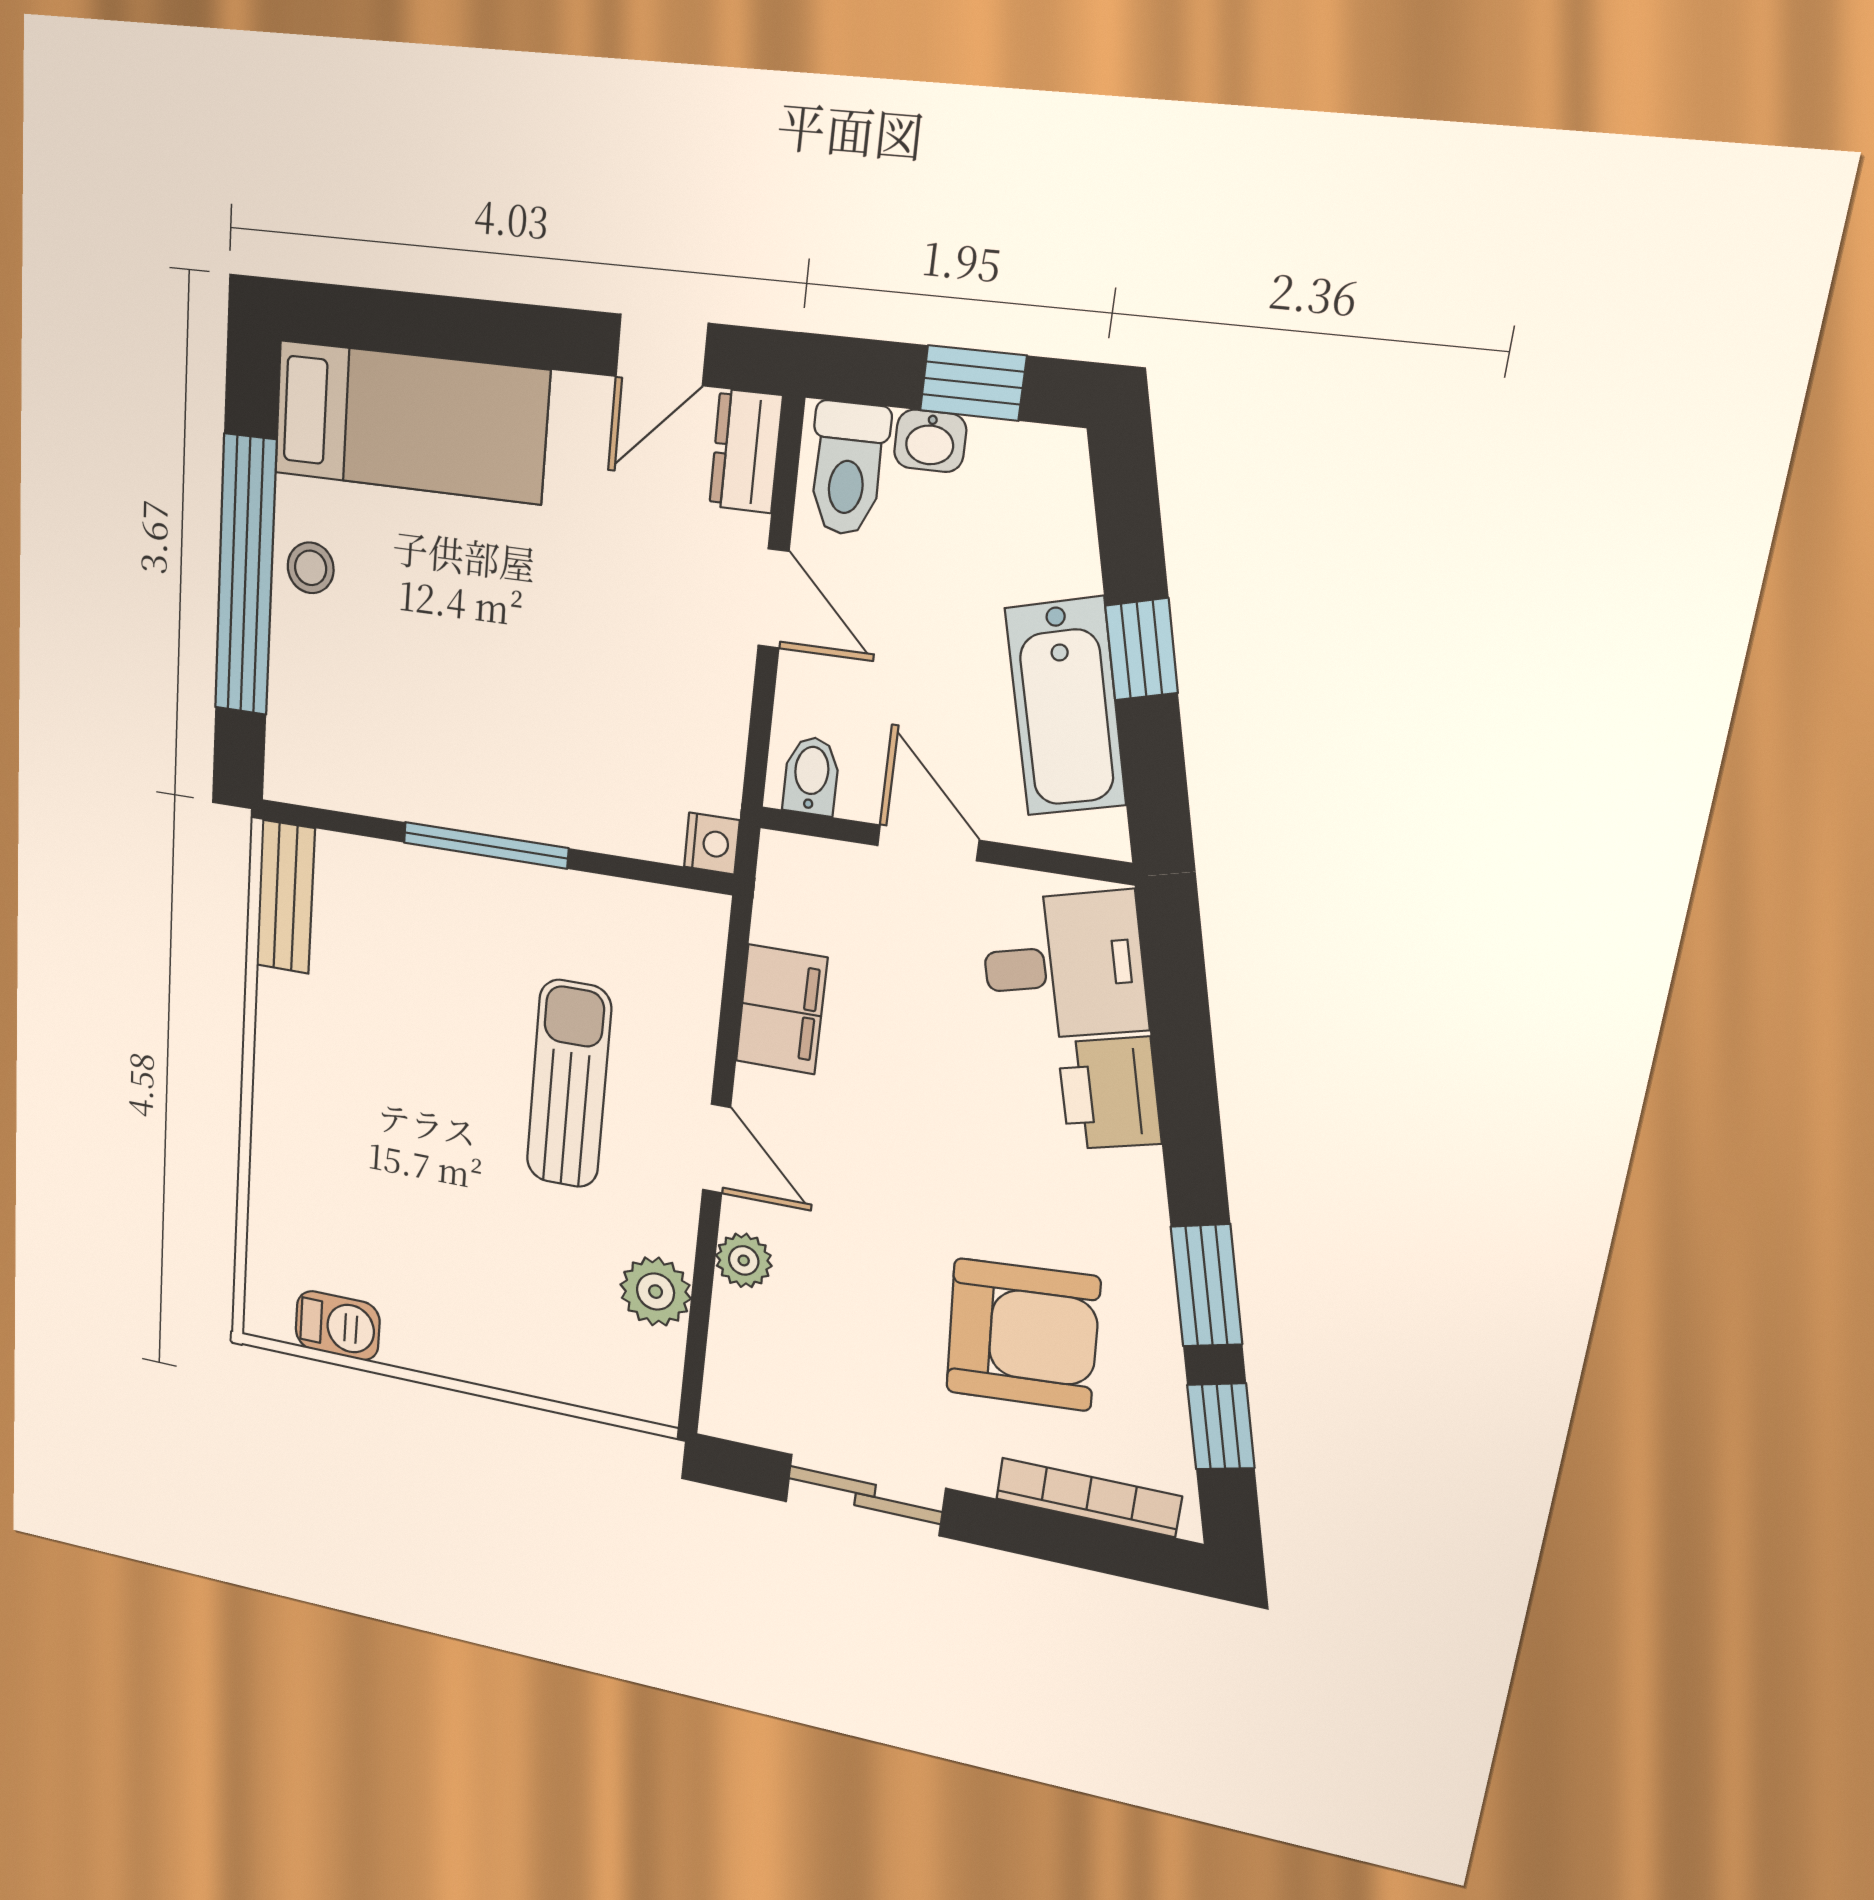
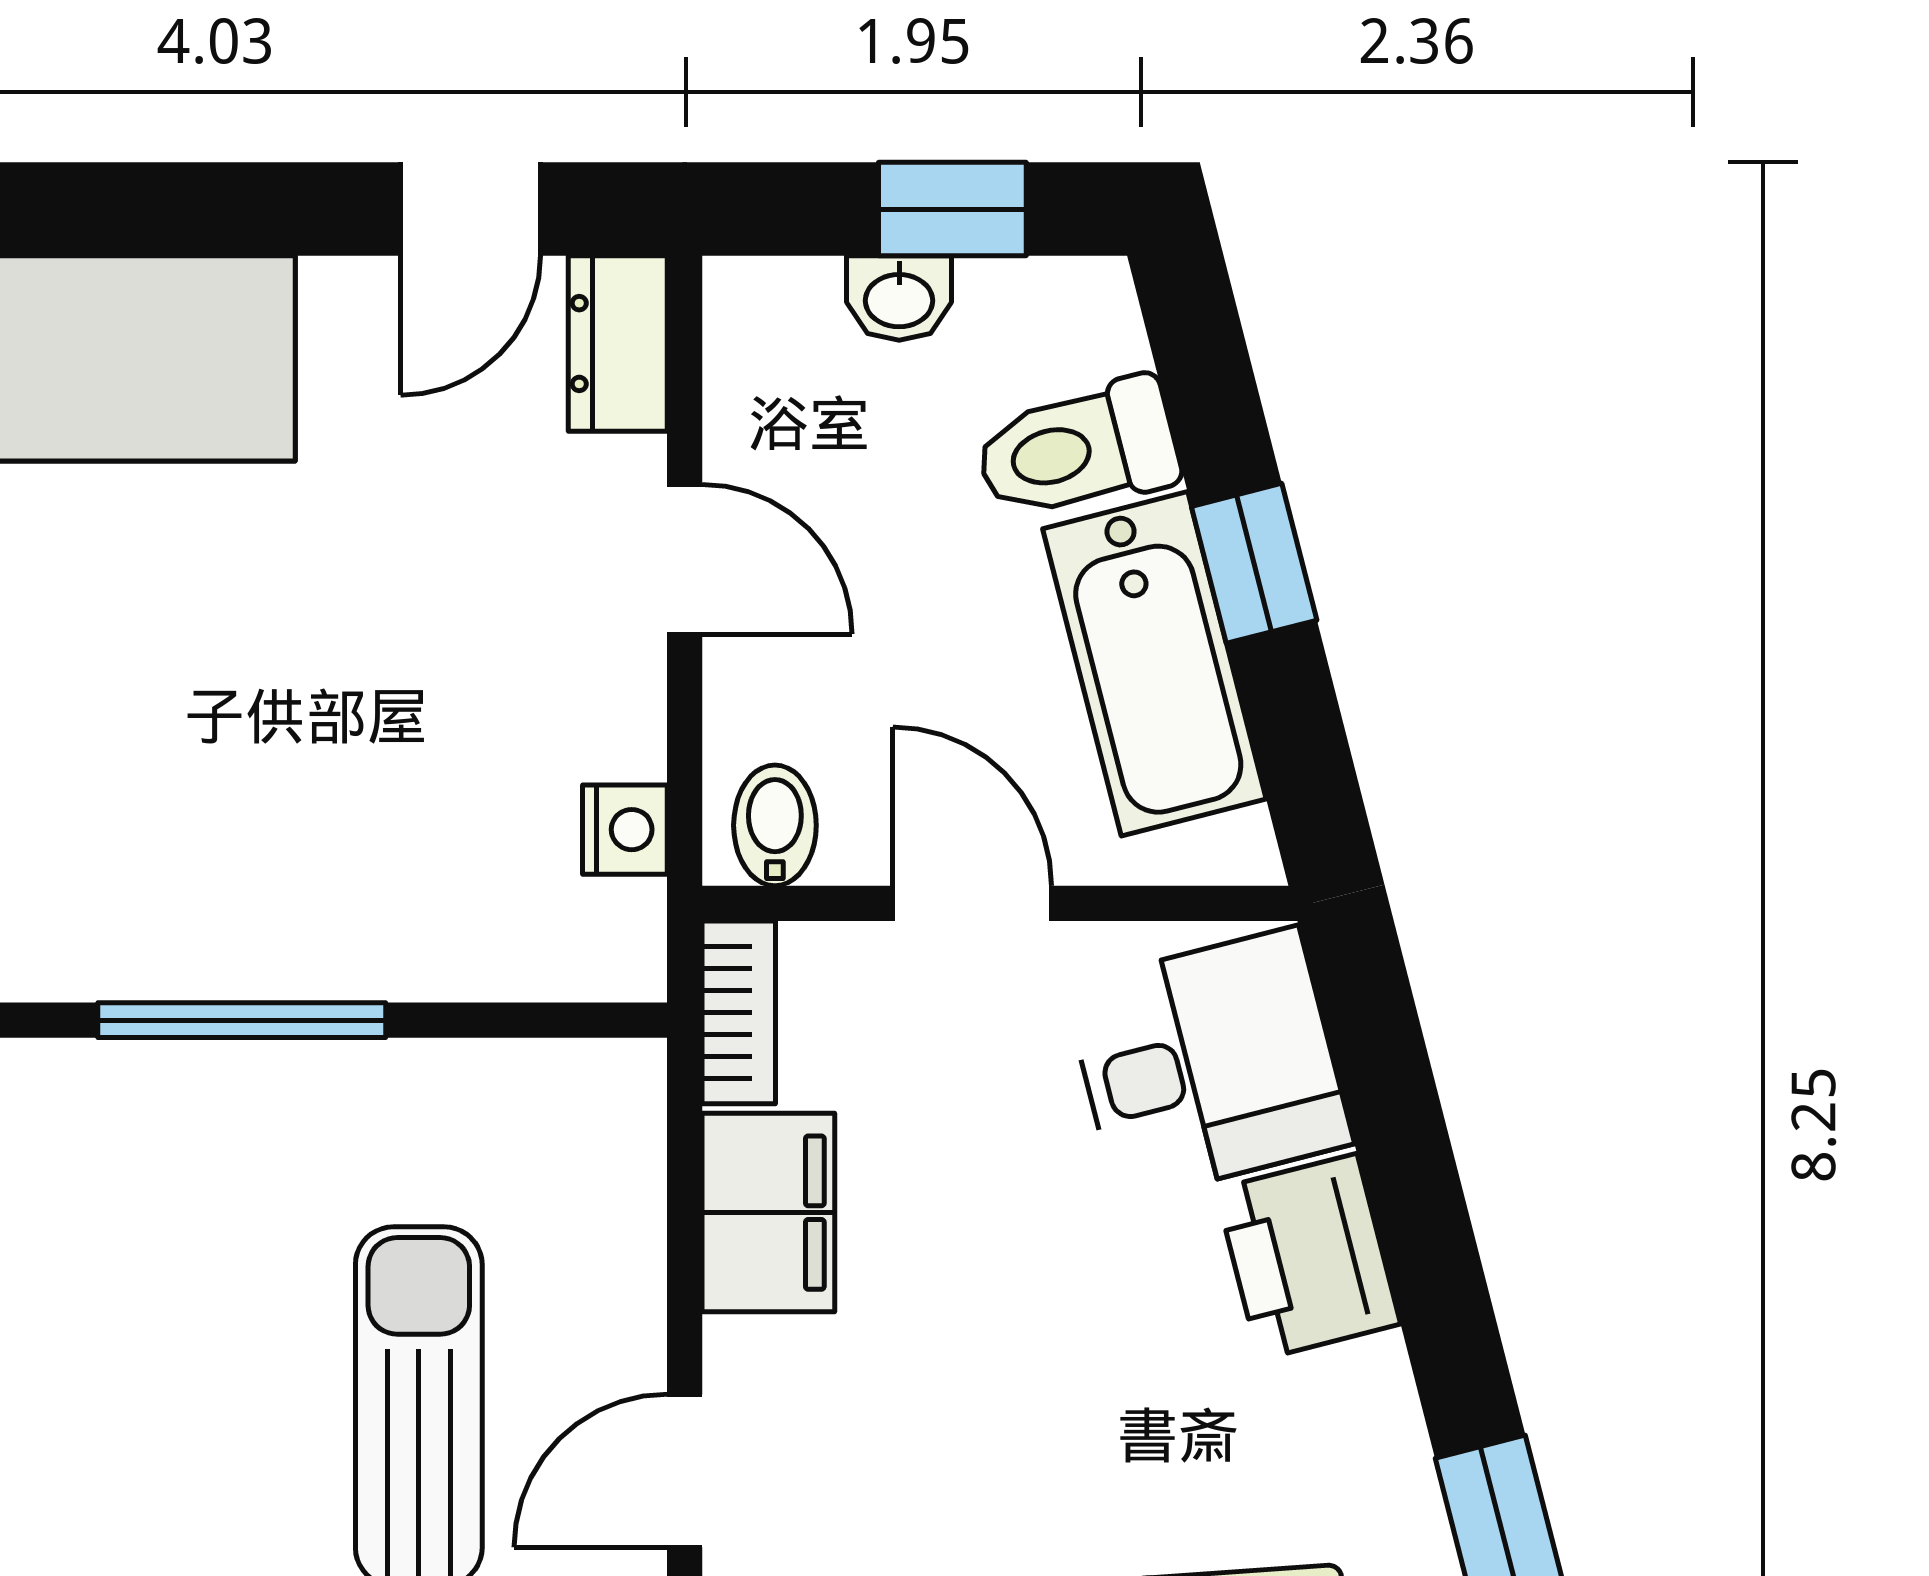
toilet: (848, 469) -> (1077, 450), moved, turned 76
nightstand: (712, 843) -> (625, 830), moved
bookcase: (777, 887) -> (739, 1012), added
door: (717, 1149) -> (685, 1471), swing flipped

